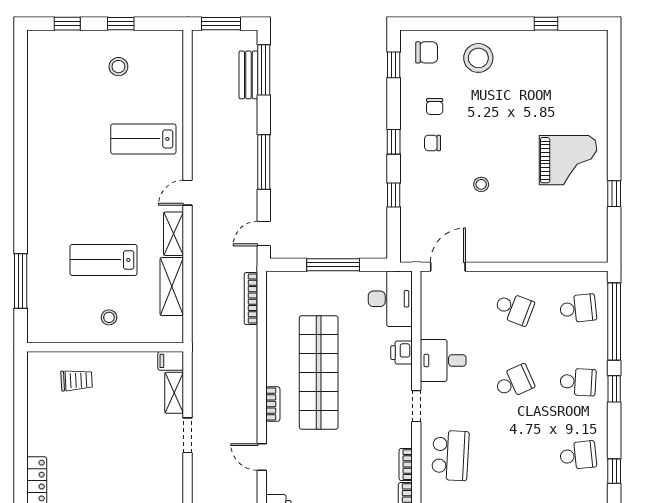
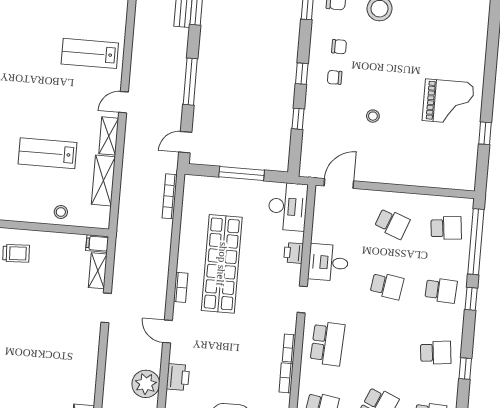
chair: (435, 106) -> (339, 47), turned -90
stool: (109, 317) -> (61, 212), moved
school desk: (514, 382) -> (387, 286), turned 33

